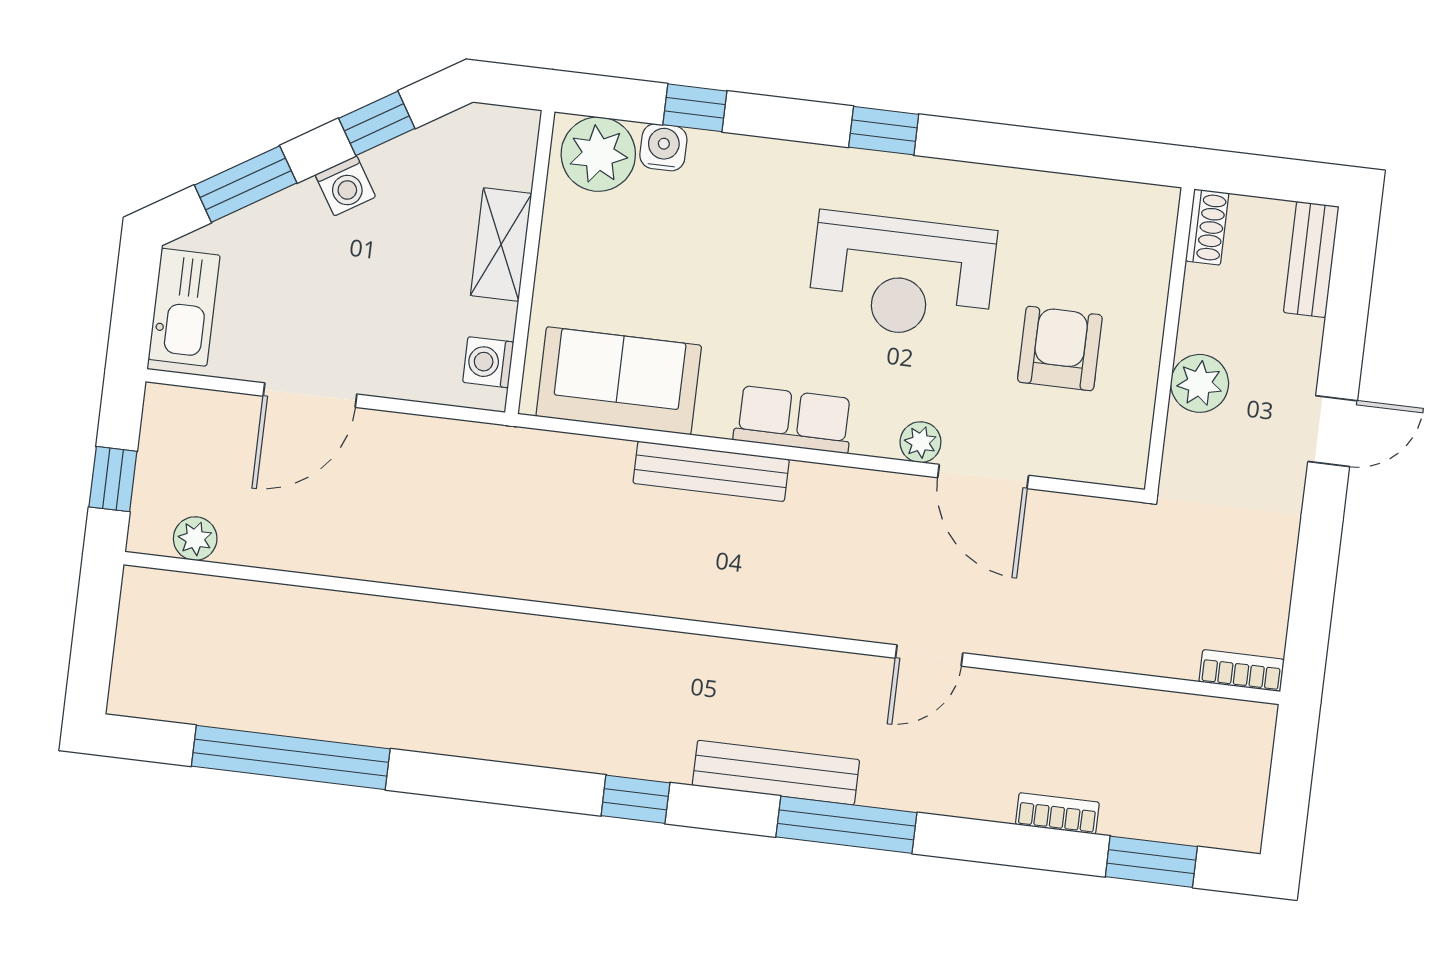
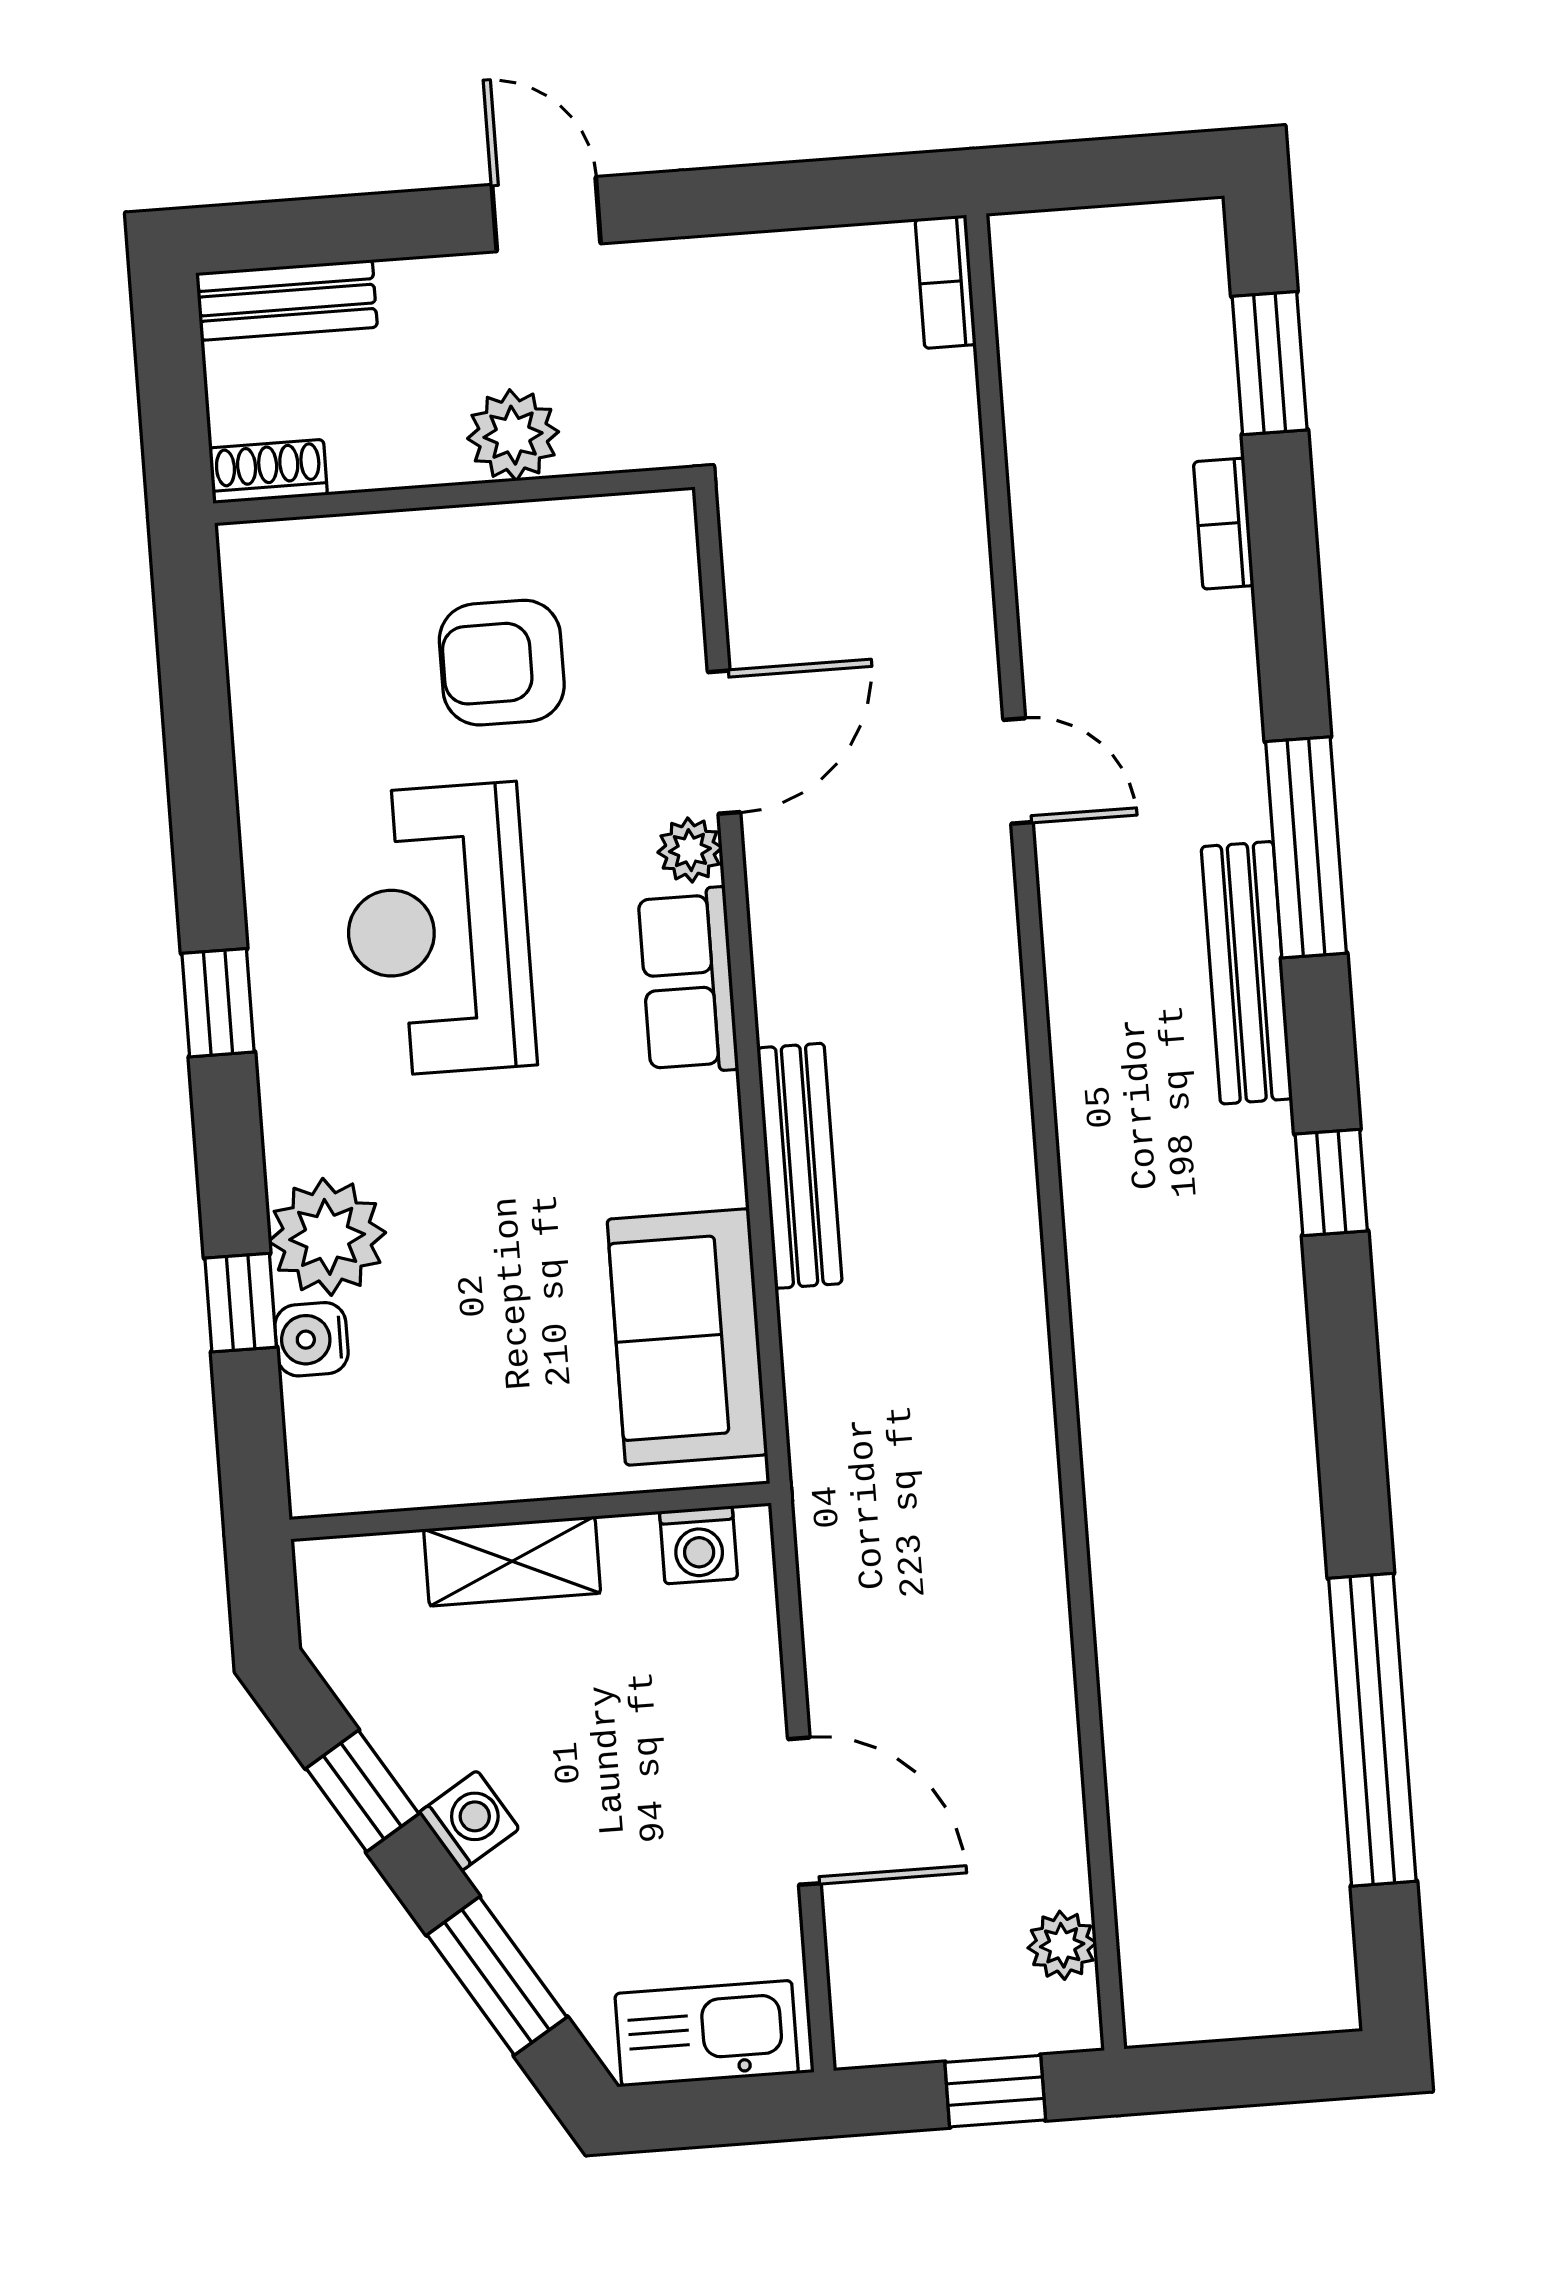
plant: (598, 154) -> (327, 1237), moved
reception desk: (902, 276) -> (438, 930), turned 180
row of seats: (793, 419) -> (688, 981), moved

